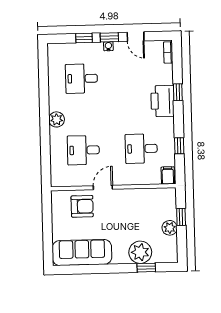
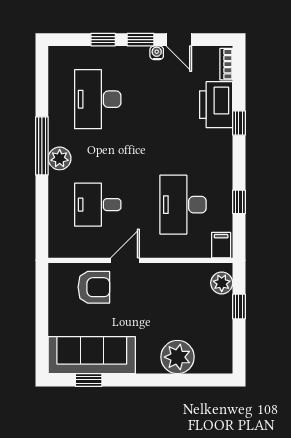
water cooler: (108, 46) -> (157, 53), moved
desk: (81, 79) -> (98, 99), width x1.37
printer: (163, 101) -> (216, 105), moved
window: (44, 111) -> (42, 146), added
desk: (141, 149) -> (183, 205), width x1.37
plant: (170, 228) -> (222, 283), moved
window: (146, 268) -> (89, 380), moved

